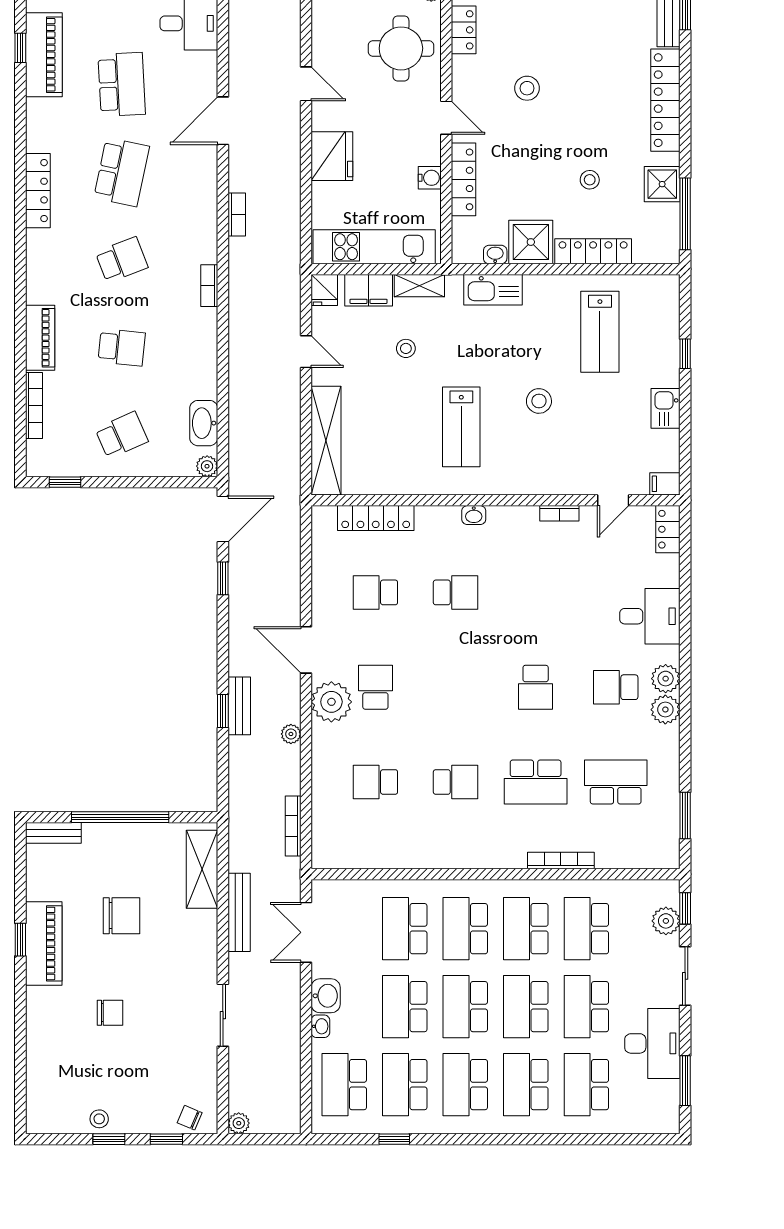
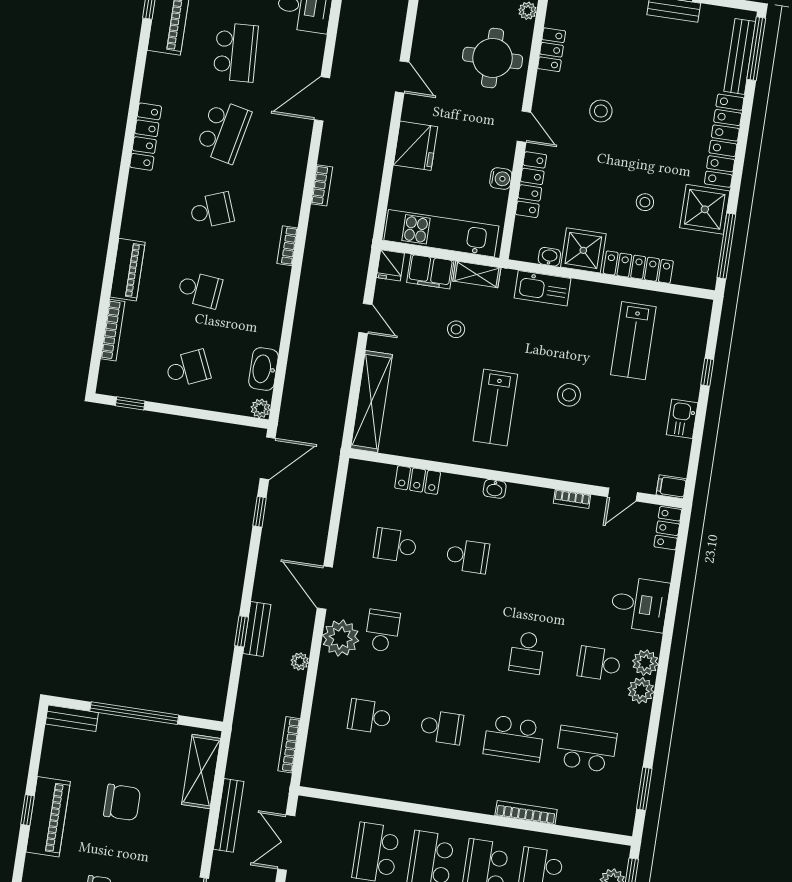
shower: (662, 184) -> (705, 209), width x1.36, depth x1.36
locker: (376, 518) -> (418, 480), width x0.66

